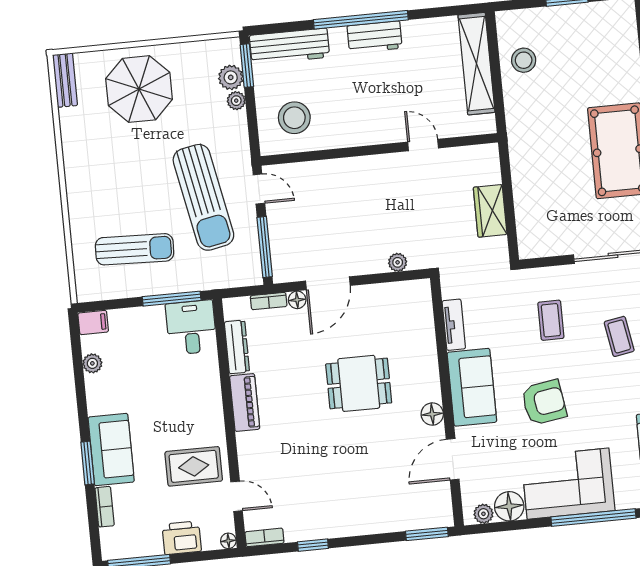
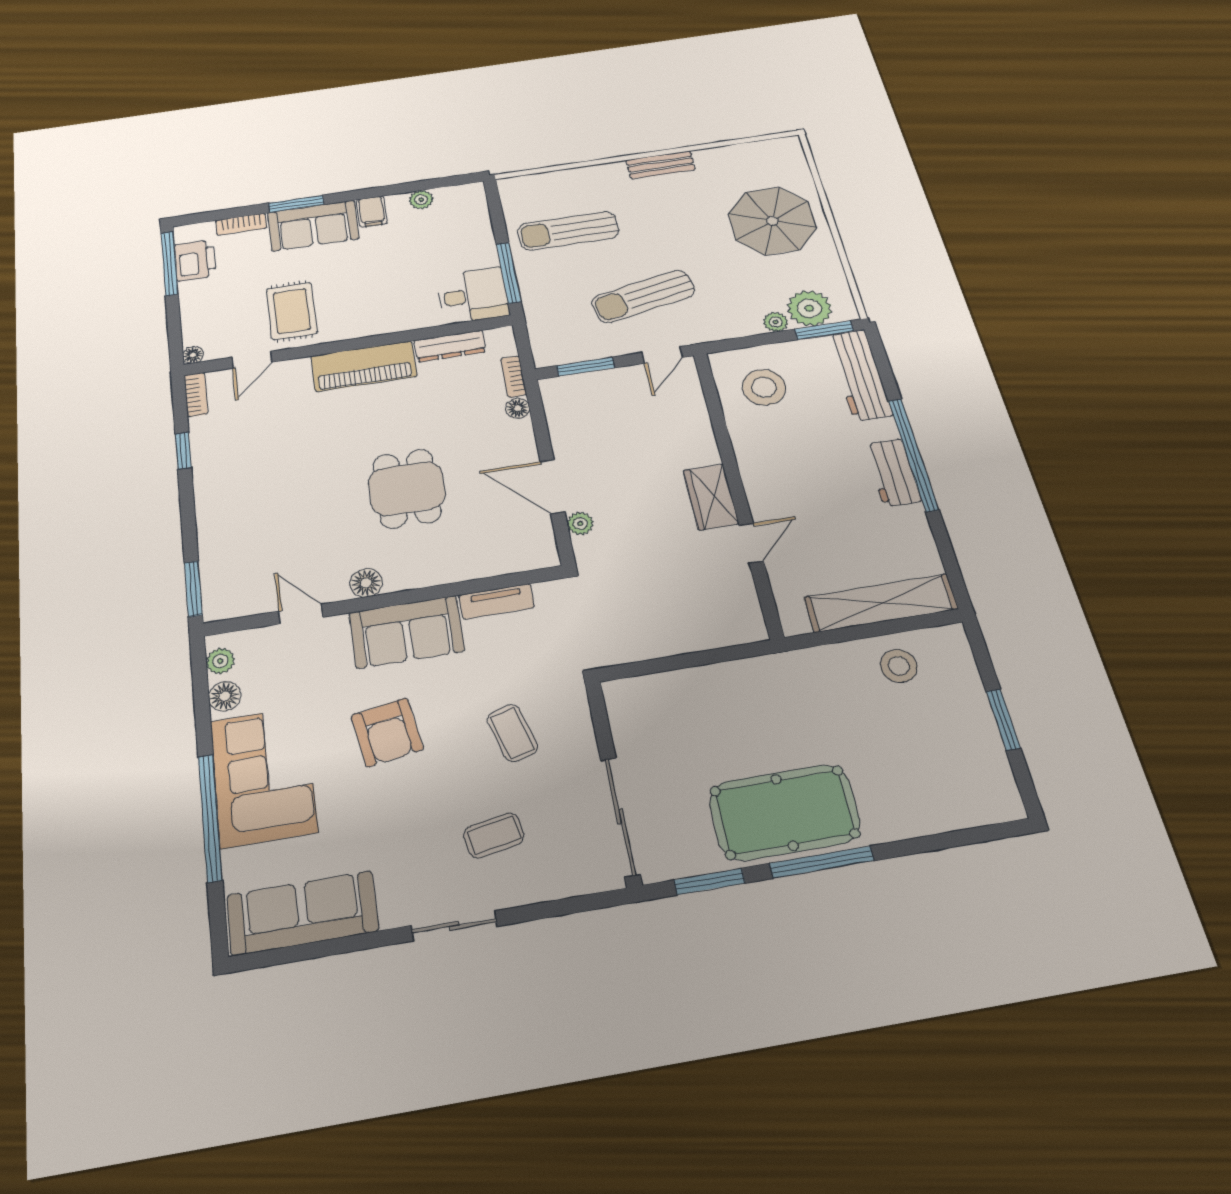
plant: (231, 77) -> (809, 308), width x1.36, depth x1.36
bench: (65, 80) -> (661, 165), moved
sun lounger: (203, 197) -> (643, 296), width x0.73, depth x0.75
wardrobe: (490, 211) -> (711, 497), moved, turned -90
window: (265, 247) -> (586, 367), width x0.69
sun lounger: (135, 249) -> (568, 231), turned 88
door: (328, 283) -> (552, 487), moved
coffee table: (551, 320) -> (512, 733), turned 74
filing cabinet: (93, 322) -> (372, 212), moved
piano: (245, 402) -> (364, 366), width x1.37, depth x1.33
door: (453, 459) -> (301, 614), width x0.73
floor lamp: (509, 506) -> (225, 696), width x0.73, depth x0.73
printer: (182, 538) -> (195, 260), moved

